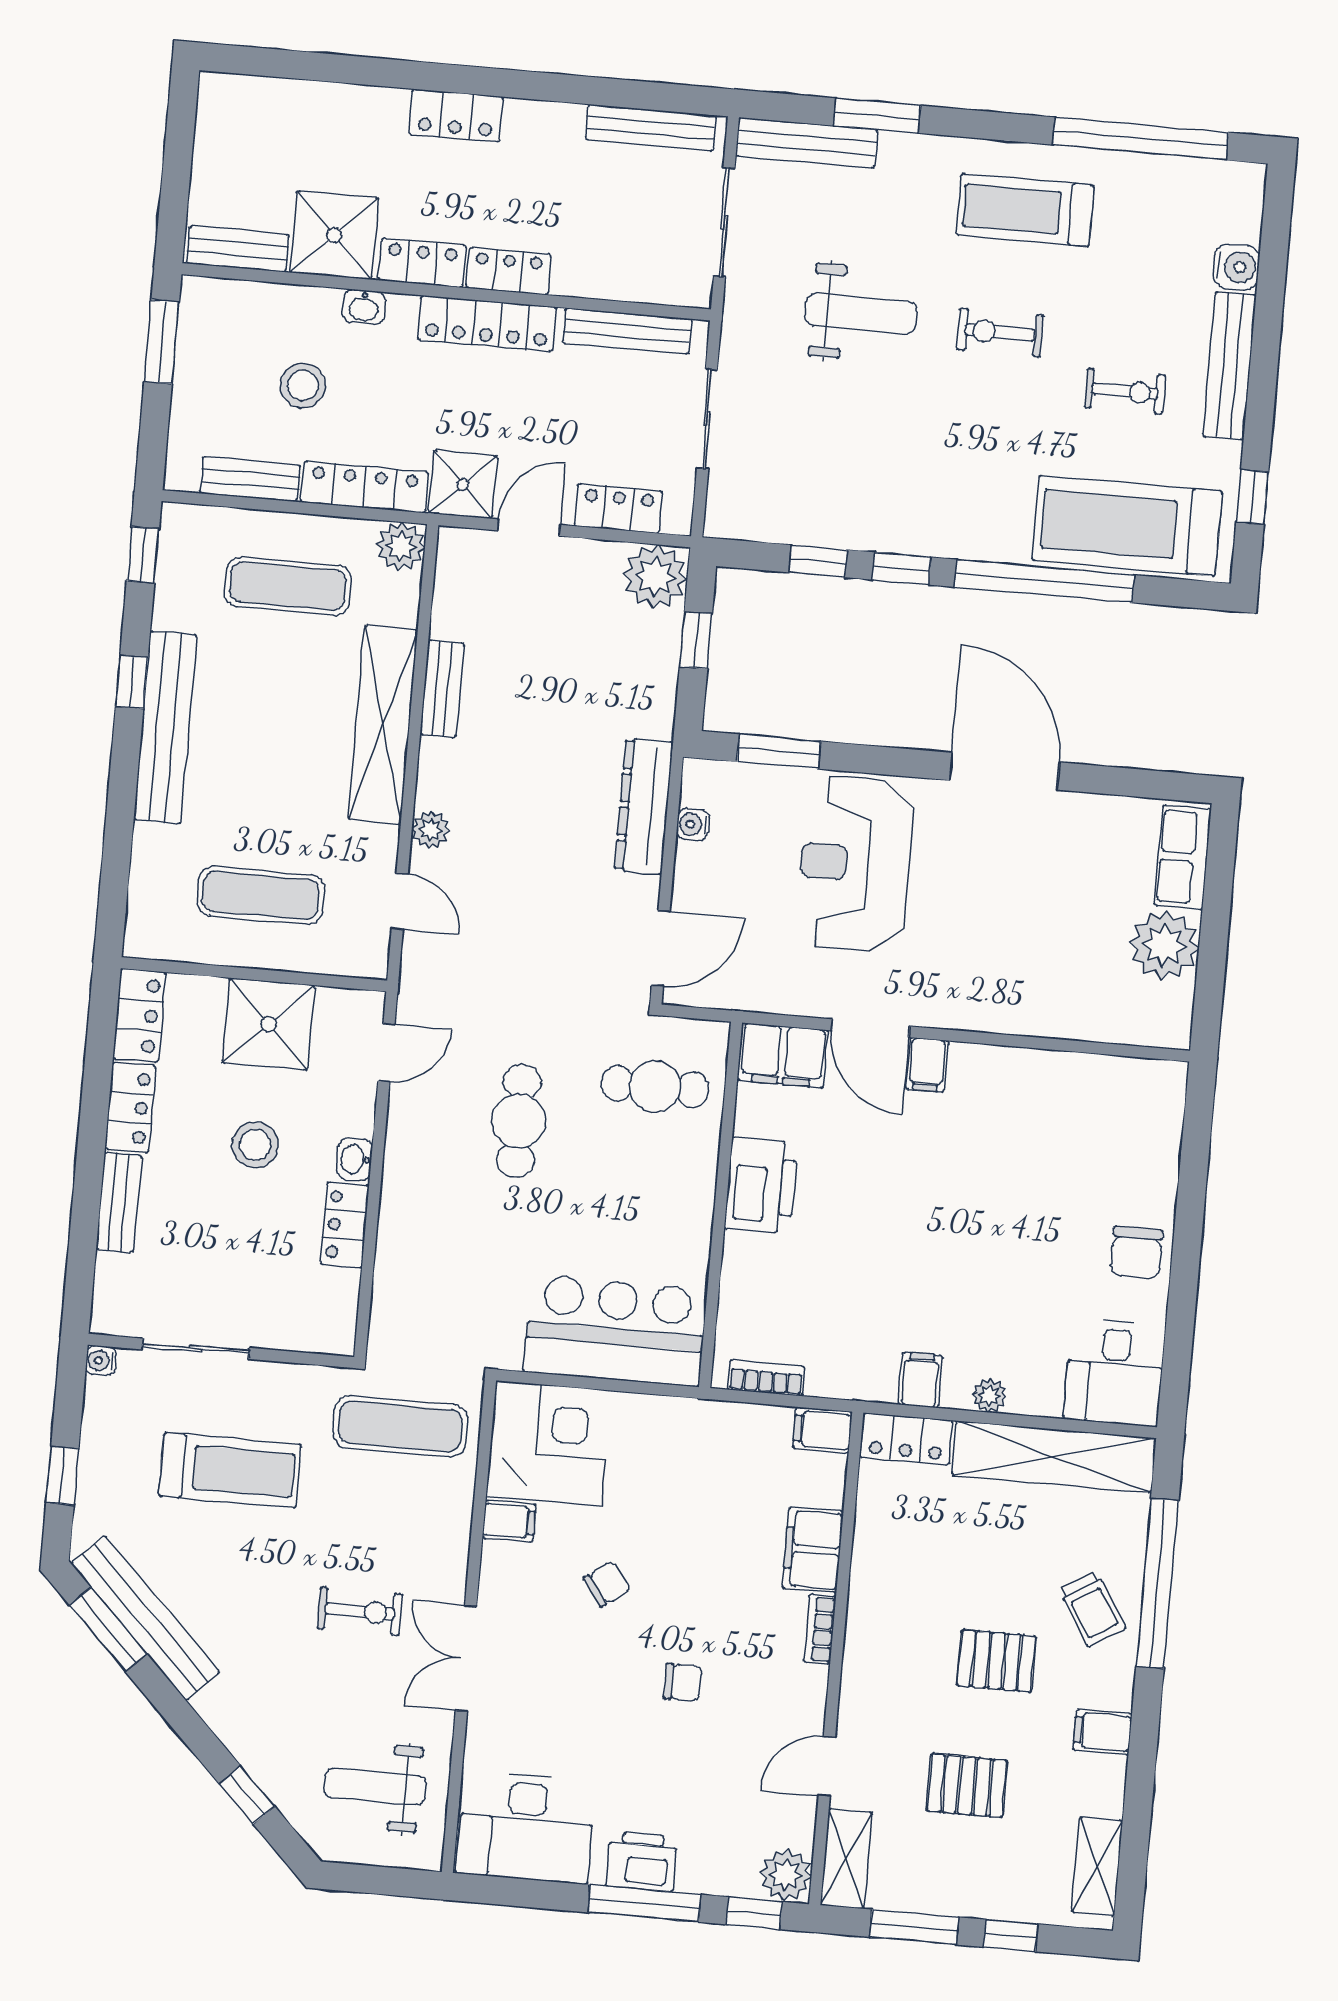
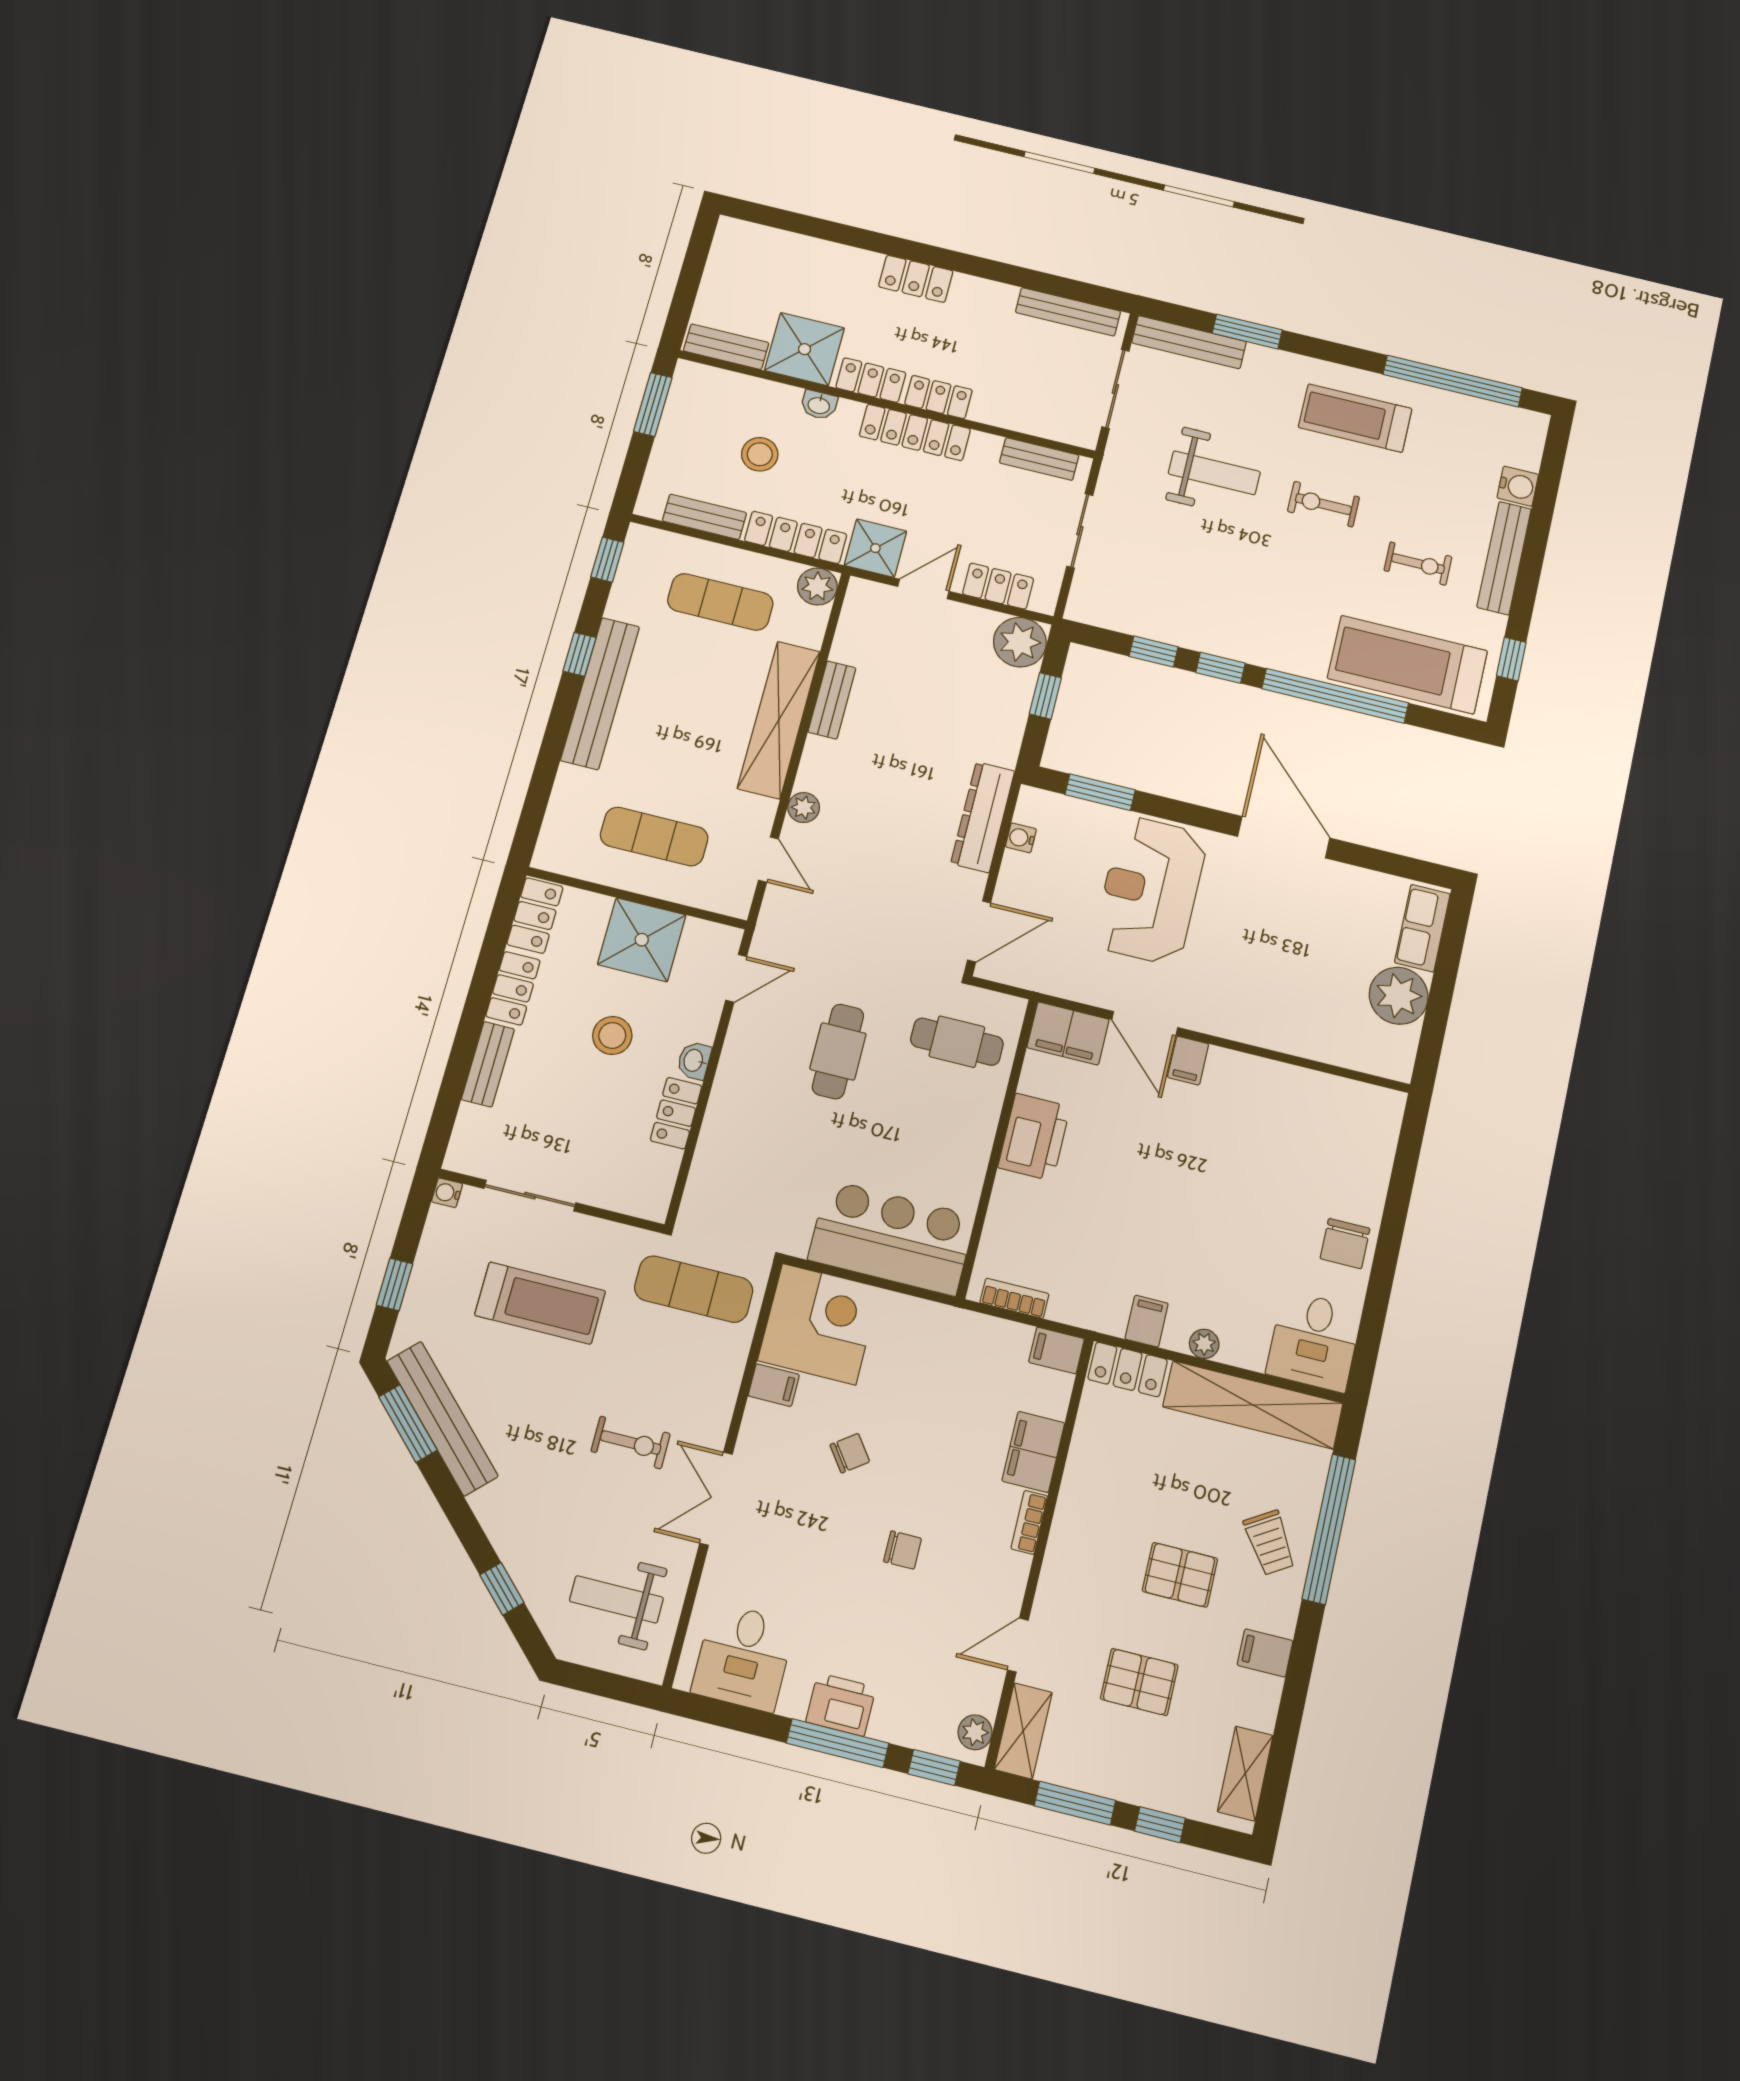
bench: (627, 331) -> (1039, 459), width x0.73
desk: (526, 1827) -> (743, 1657), width x0.73
plant: (786, 1875) -> (975, 1732), width x0.73, depth x0.73

